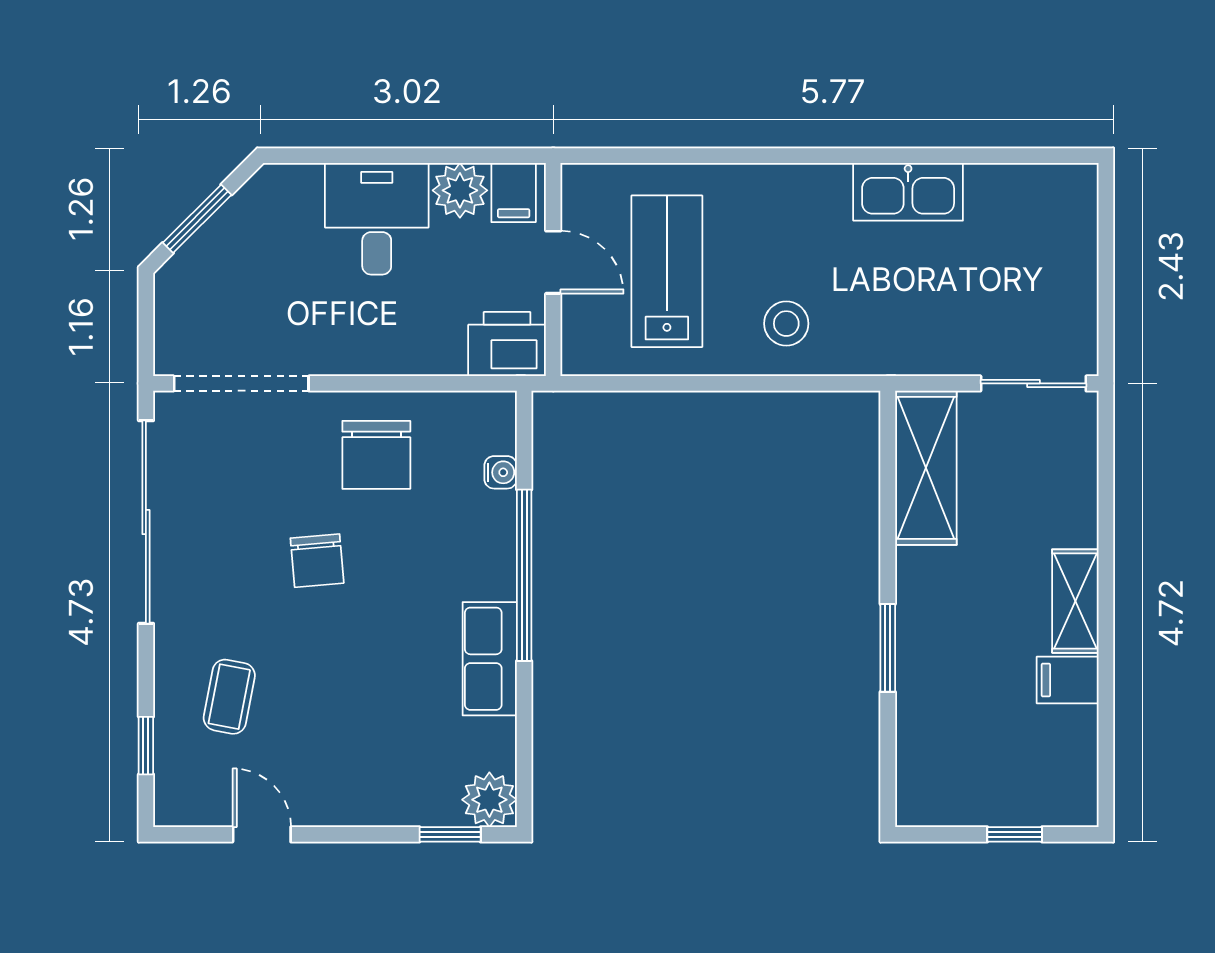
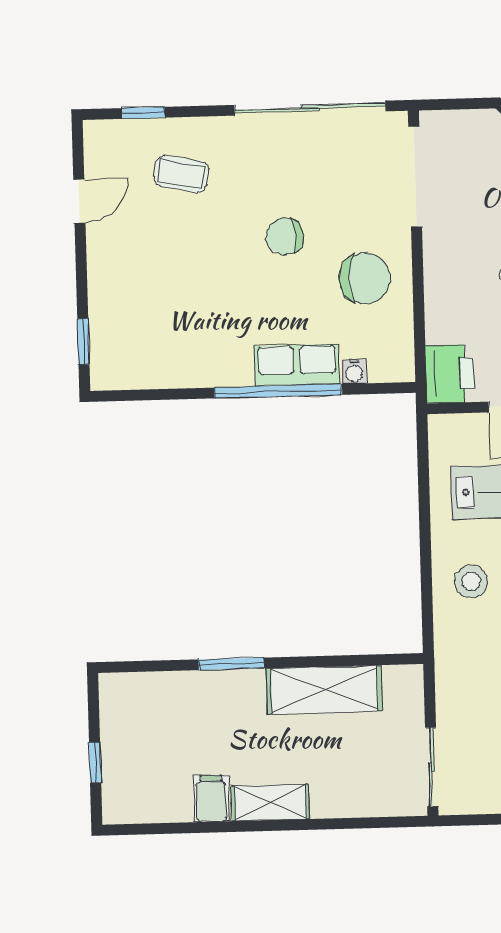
chair: (376, 455) -> (365, 279), turned 180
shelving: (926, 468) -> (325, 690), moved
row of seats: (490, 659) -> (297, 365), moved
plant: (489, 800) -> (110, 370), removed

